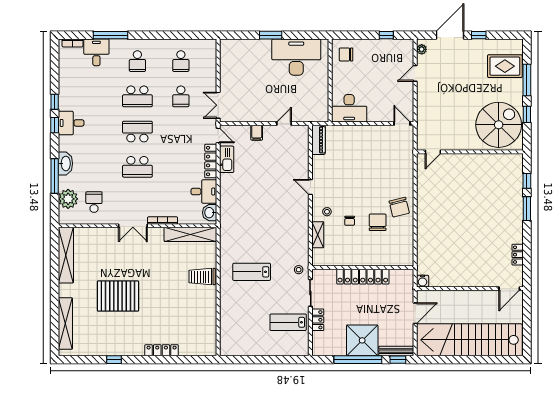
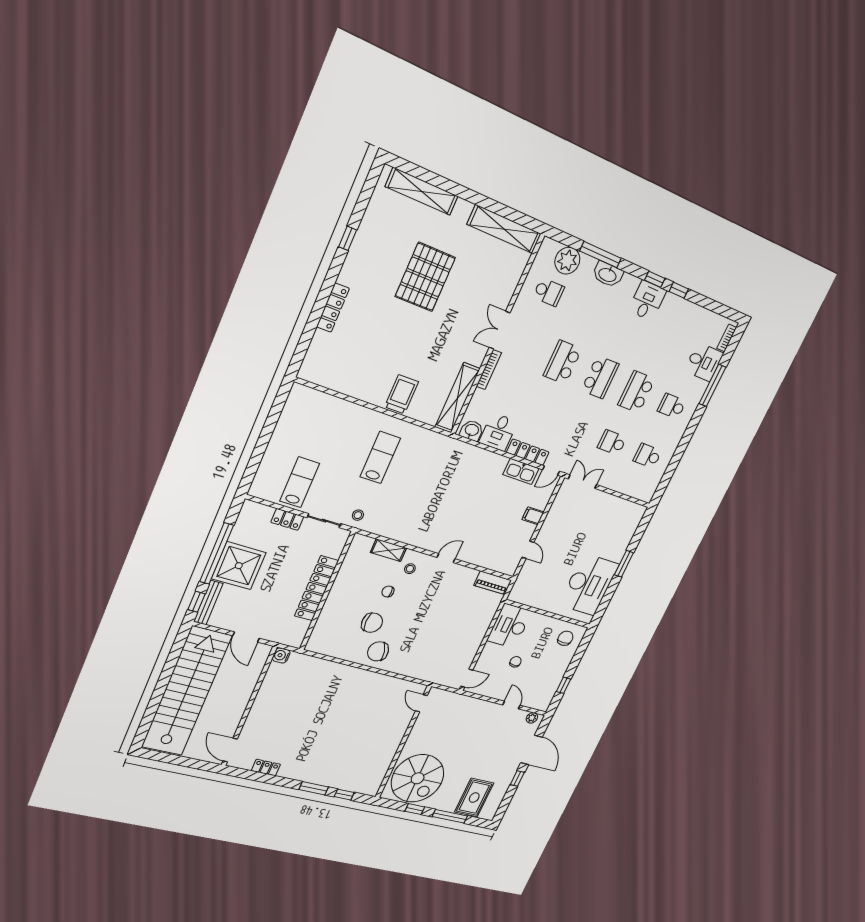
chair: (377, 88) -> (515, 662), added

